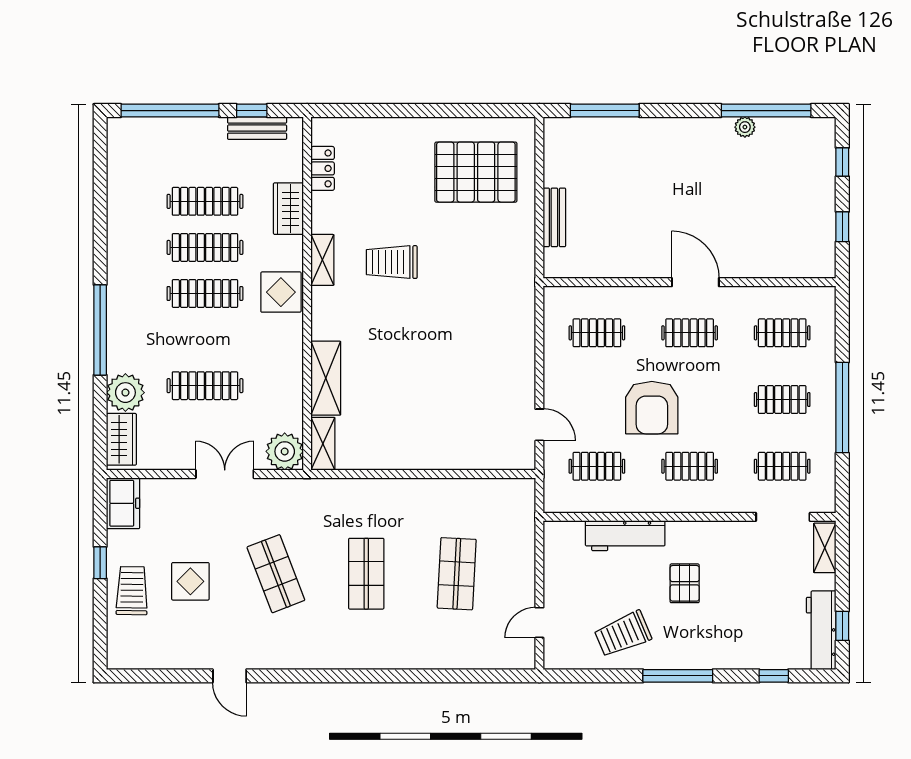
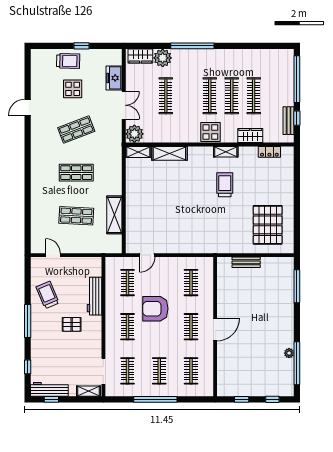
shelving: (455, 494) -> (114, 215), added
freezer: (123, 503) -> (114, 78), moved, turned 90

